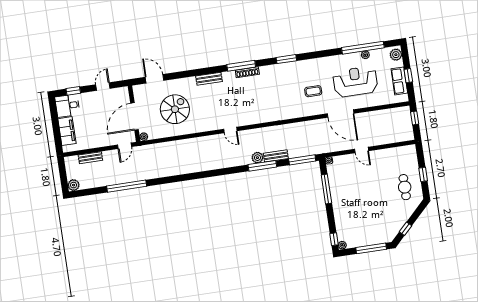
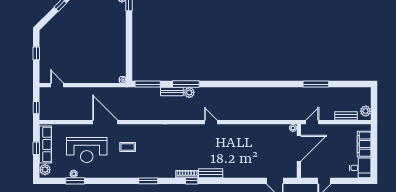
window: (363, 48) -> (75, 181), width x0.47
window: (241, 66) -> (192, 181), width x0.46
bench: (209, 79) -> (211, 173), moved
row of seats: (399, 81) -> (45, 145), width x1.48
window: (73, 91) -> (353, 181), removed
spiral stairs: (175, 109) -> (260, 149), removed
door: (362, 150) -> (57, 85), moved
plant: (74, 185) -> (366, 111), moved
window: (127, 186) -> (316, 84), width x0.68
cafe table: (405, 187) -> (55, 44), removed
window: (326, 189) -> (129, 53), removed

